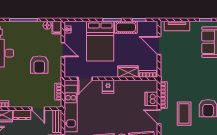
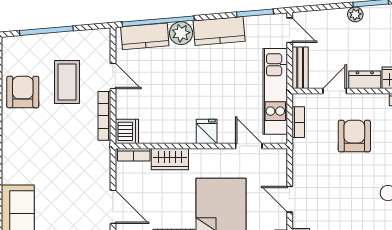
armchair: (39, 65) -> (354, 136), moved
door: (85, 79) -> (249, 146), hinge flipped
dishwasher: (151, 99) -> (127, 131), moved
door: (38, 109) -> (335, 91), hinge flipped

